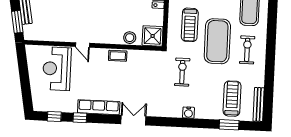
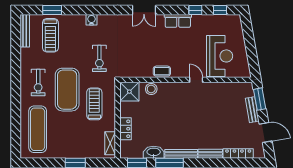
row of seats: (99, 107) -> (178, 21), width x0.68

